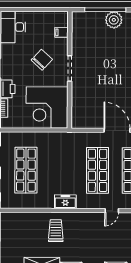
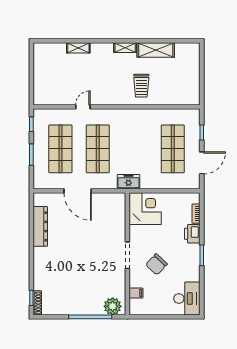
plant: (114, 20) -> (113, 306), moved
corner desk: (47, 108) -> (145, 209), width x0.74, depth x0.74
freezer: (65, 202) -> (128, 182), moved, turned 180

